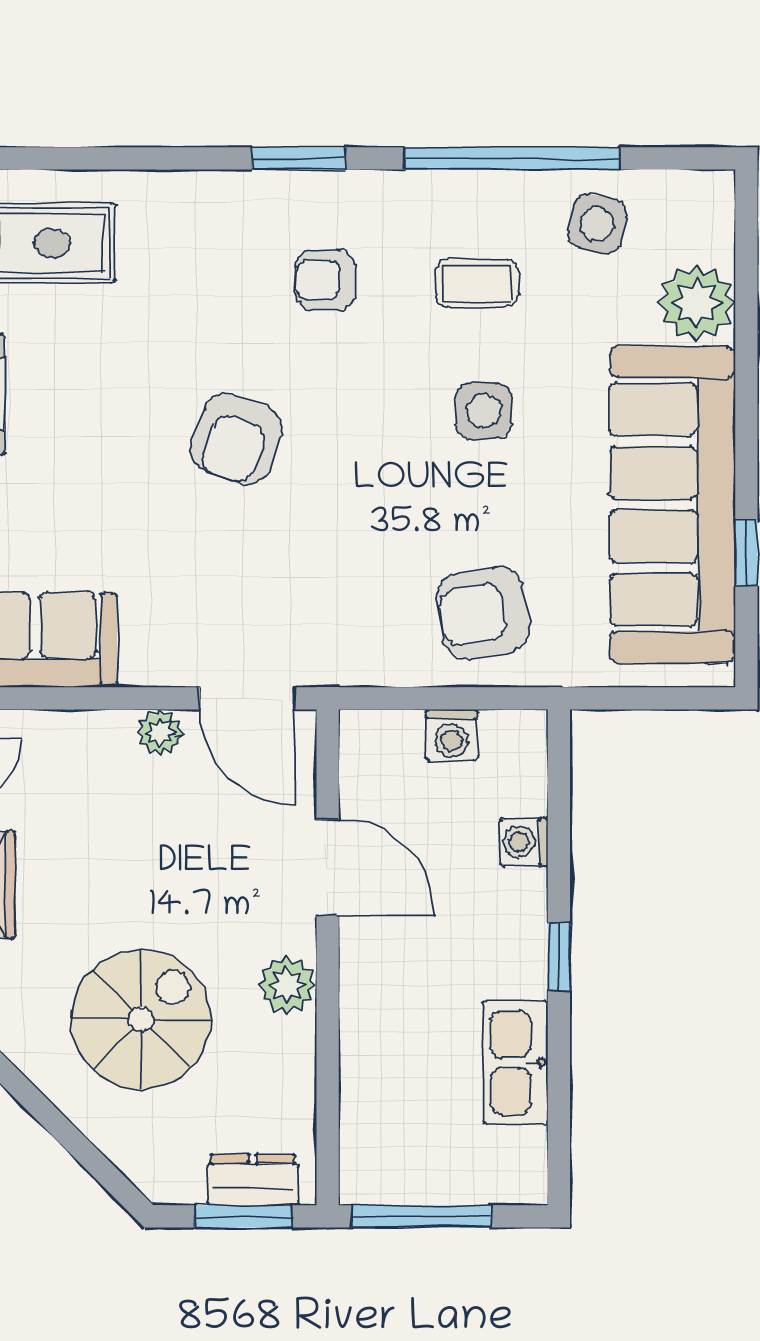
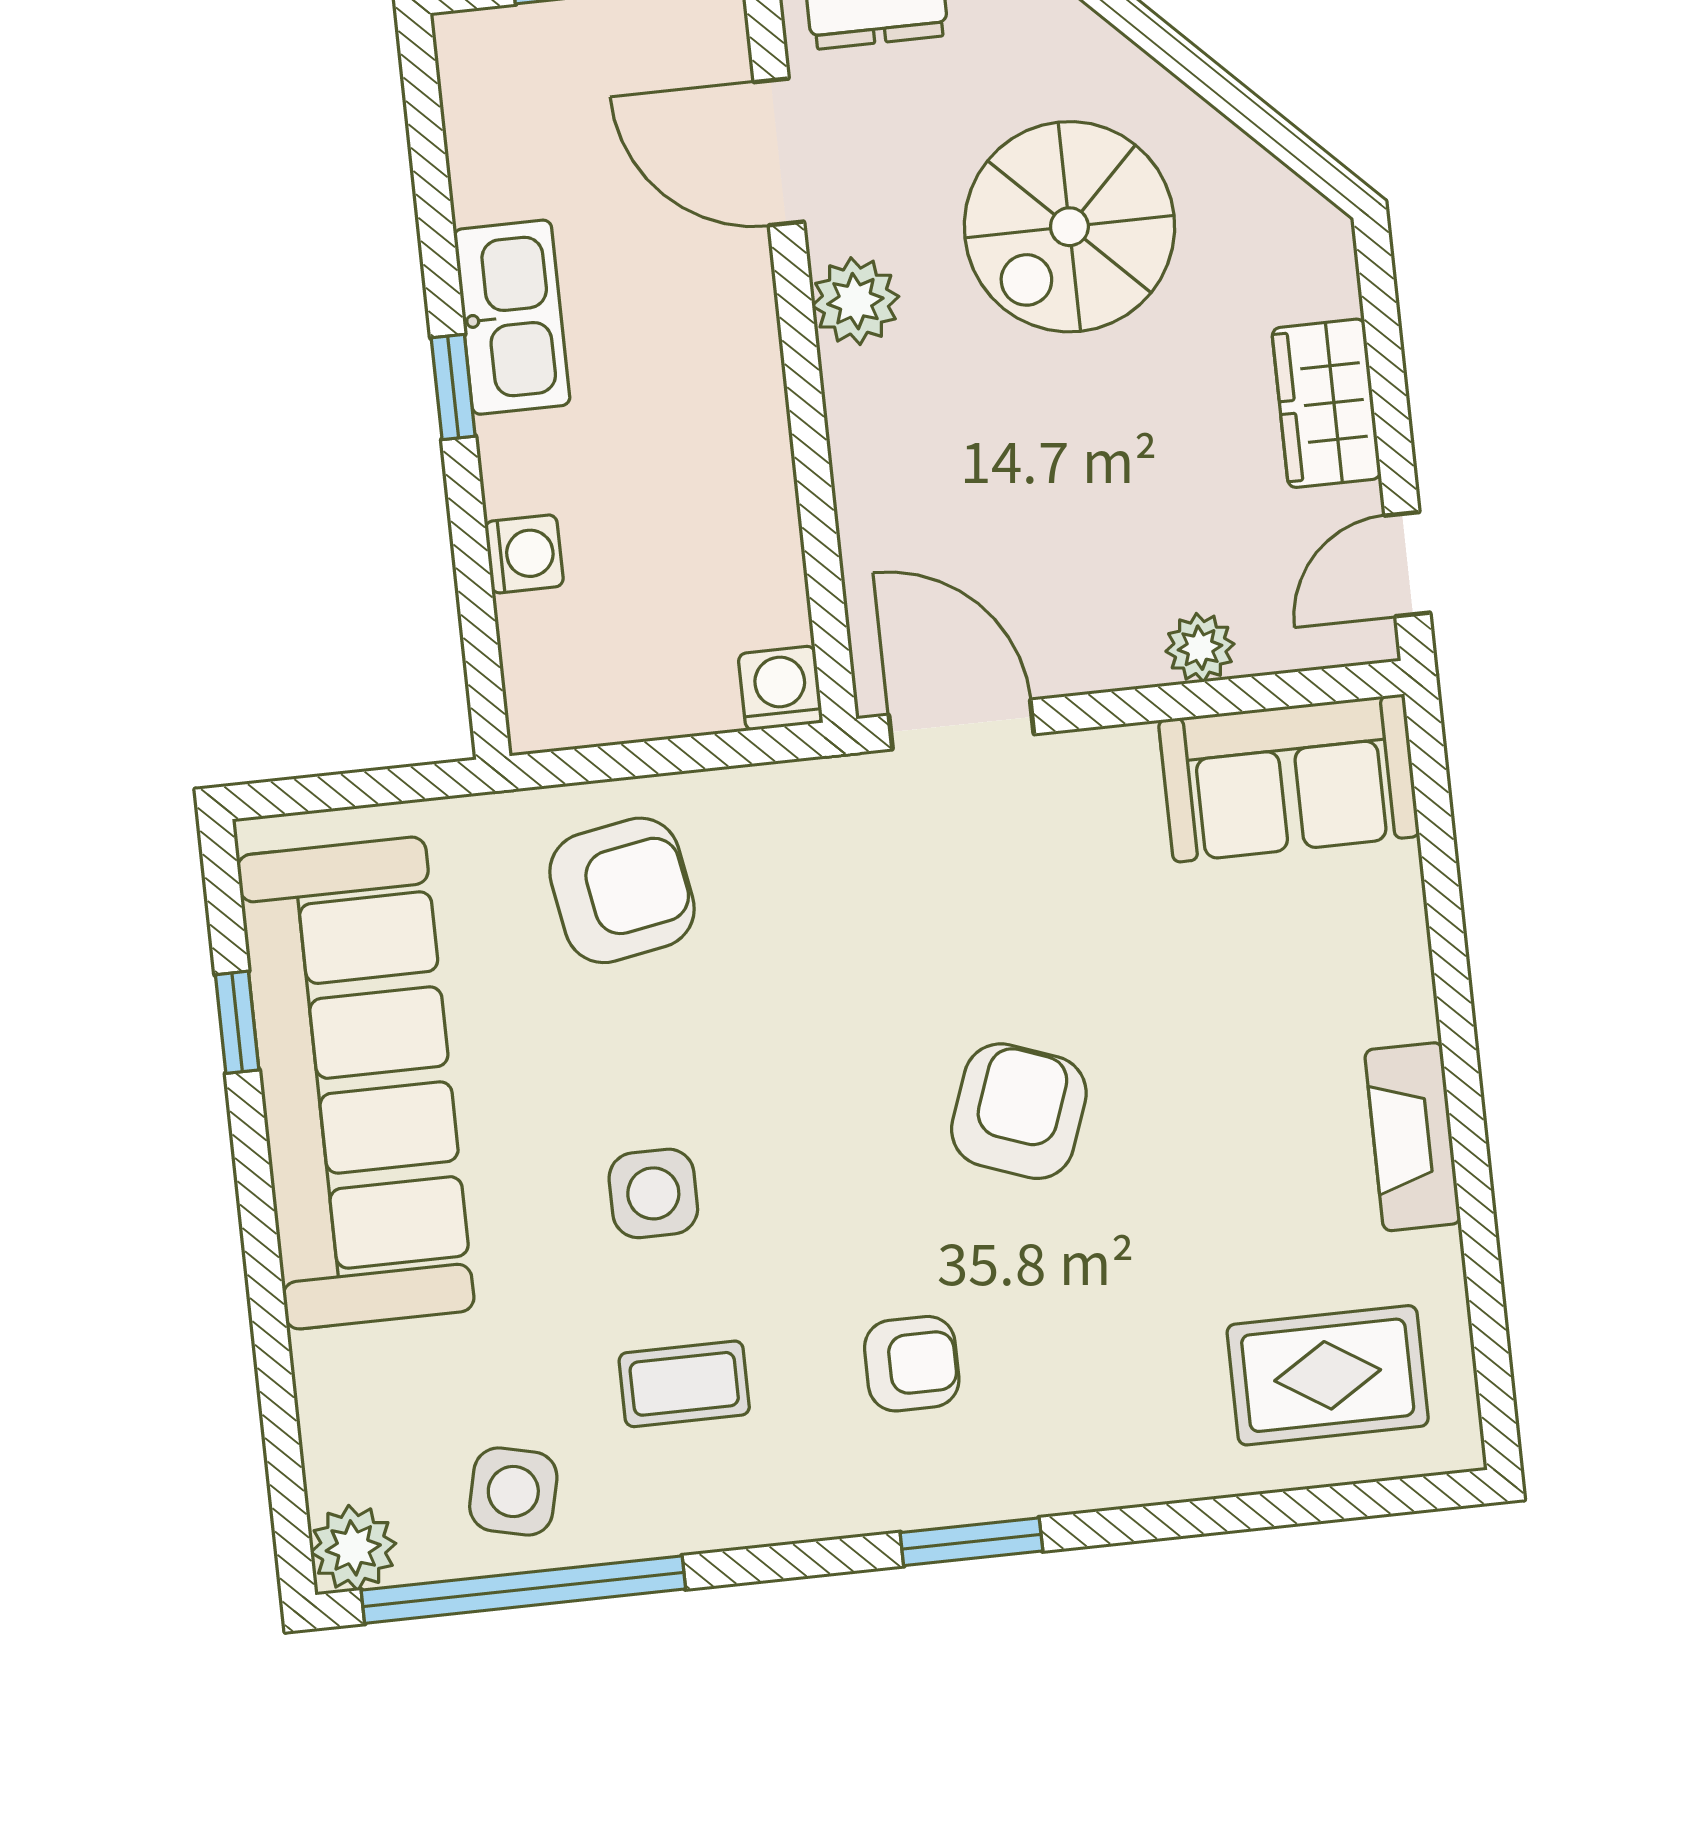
window: (513, 158) -> (523, 1590), moved
plant: (696, 303) -> (353, 1548), moved, width x0.73, depth x0.73
plant: (160, 732) -> (1200, 648), moved
washing machine: (452, 735) -> (780, 688), moved
door: (328, 868) -> (779, 152), moved
kitchen sink: (515, 1063) -> (512, 317), moved

